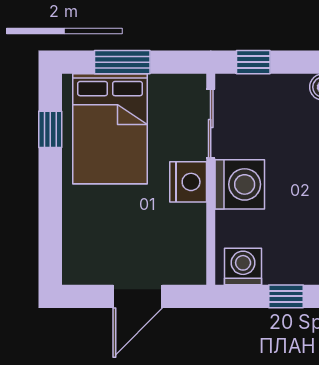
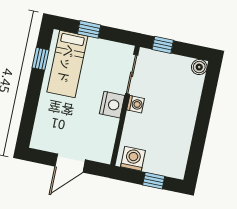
window: (122, 62) -> (89, 29), width x0.67
bed: (110, 129) -> (67, 64), width x0.67
washing machine: (240, 184) -> (136, 104), width x0.53, depth x0.53

